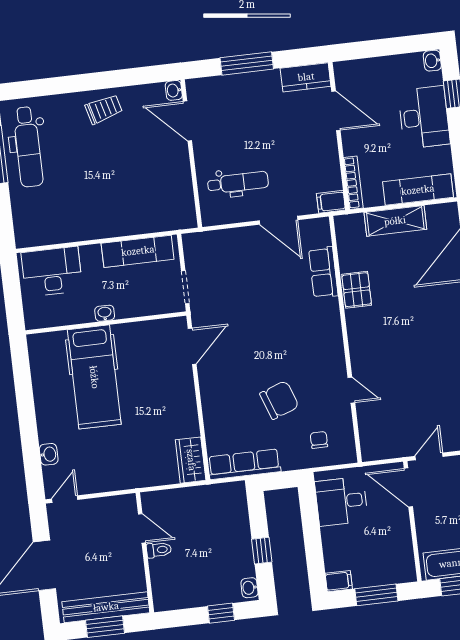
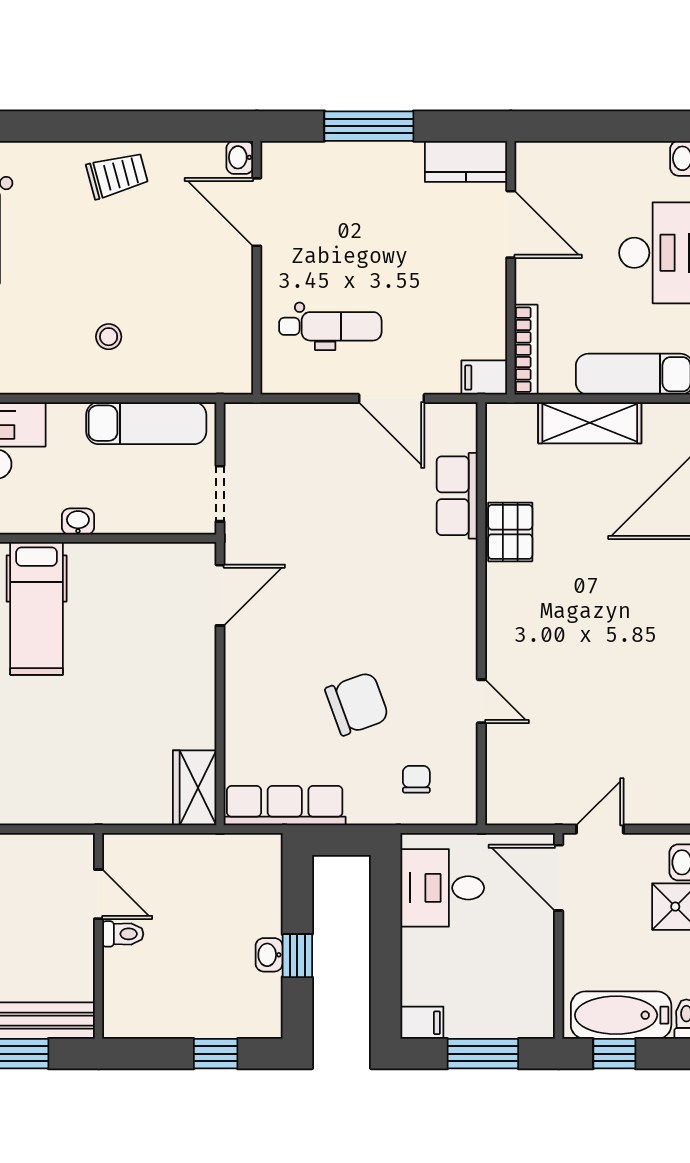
stool: (110, 204) -> (109, 337), added
hospital bed: (94, 377) -> (37, 608), width x0.73, depth x0.78
washbasin: (249, 588) -> (269, 955), moved

